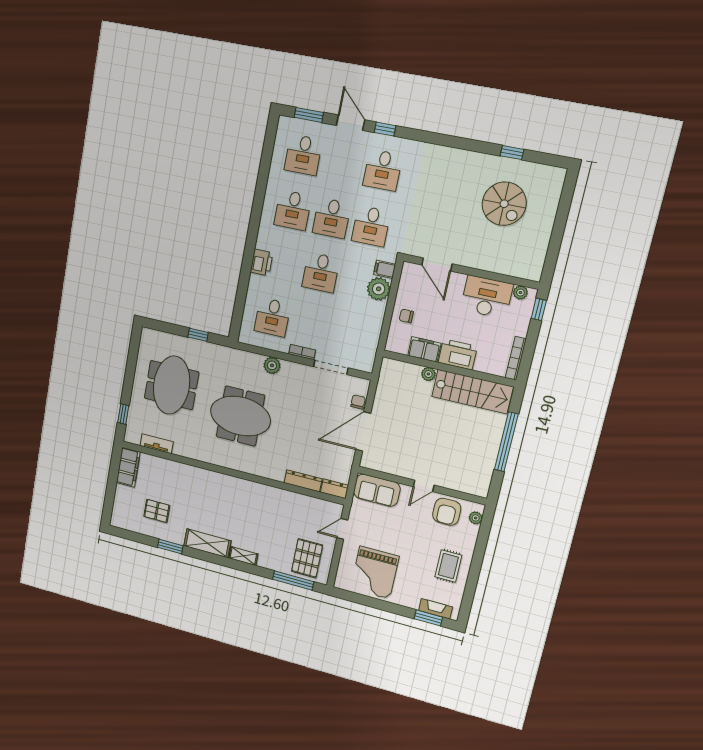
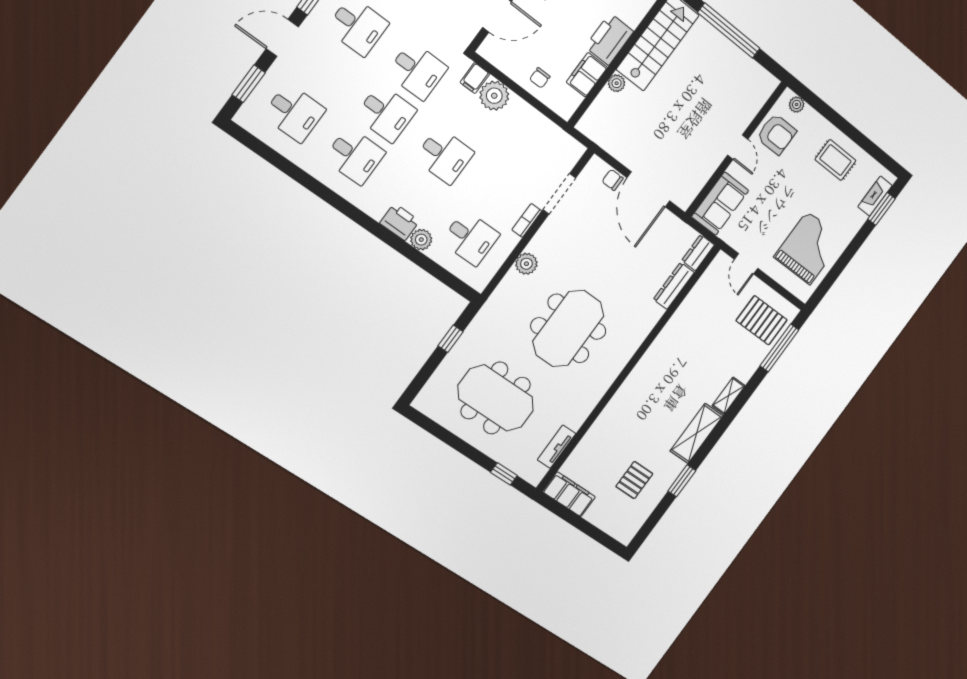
plant: (256, 283) -> (421, 240), added
grand piano: (375, 572) -> (809, 248), turned -90

